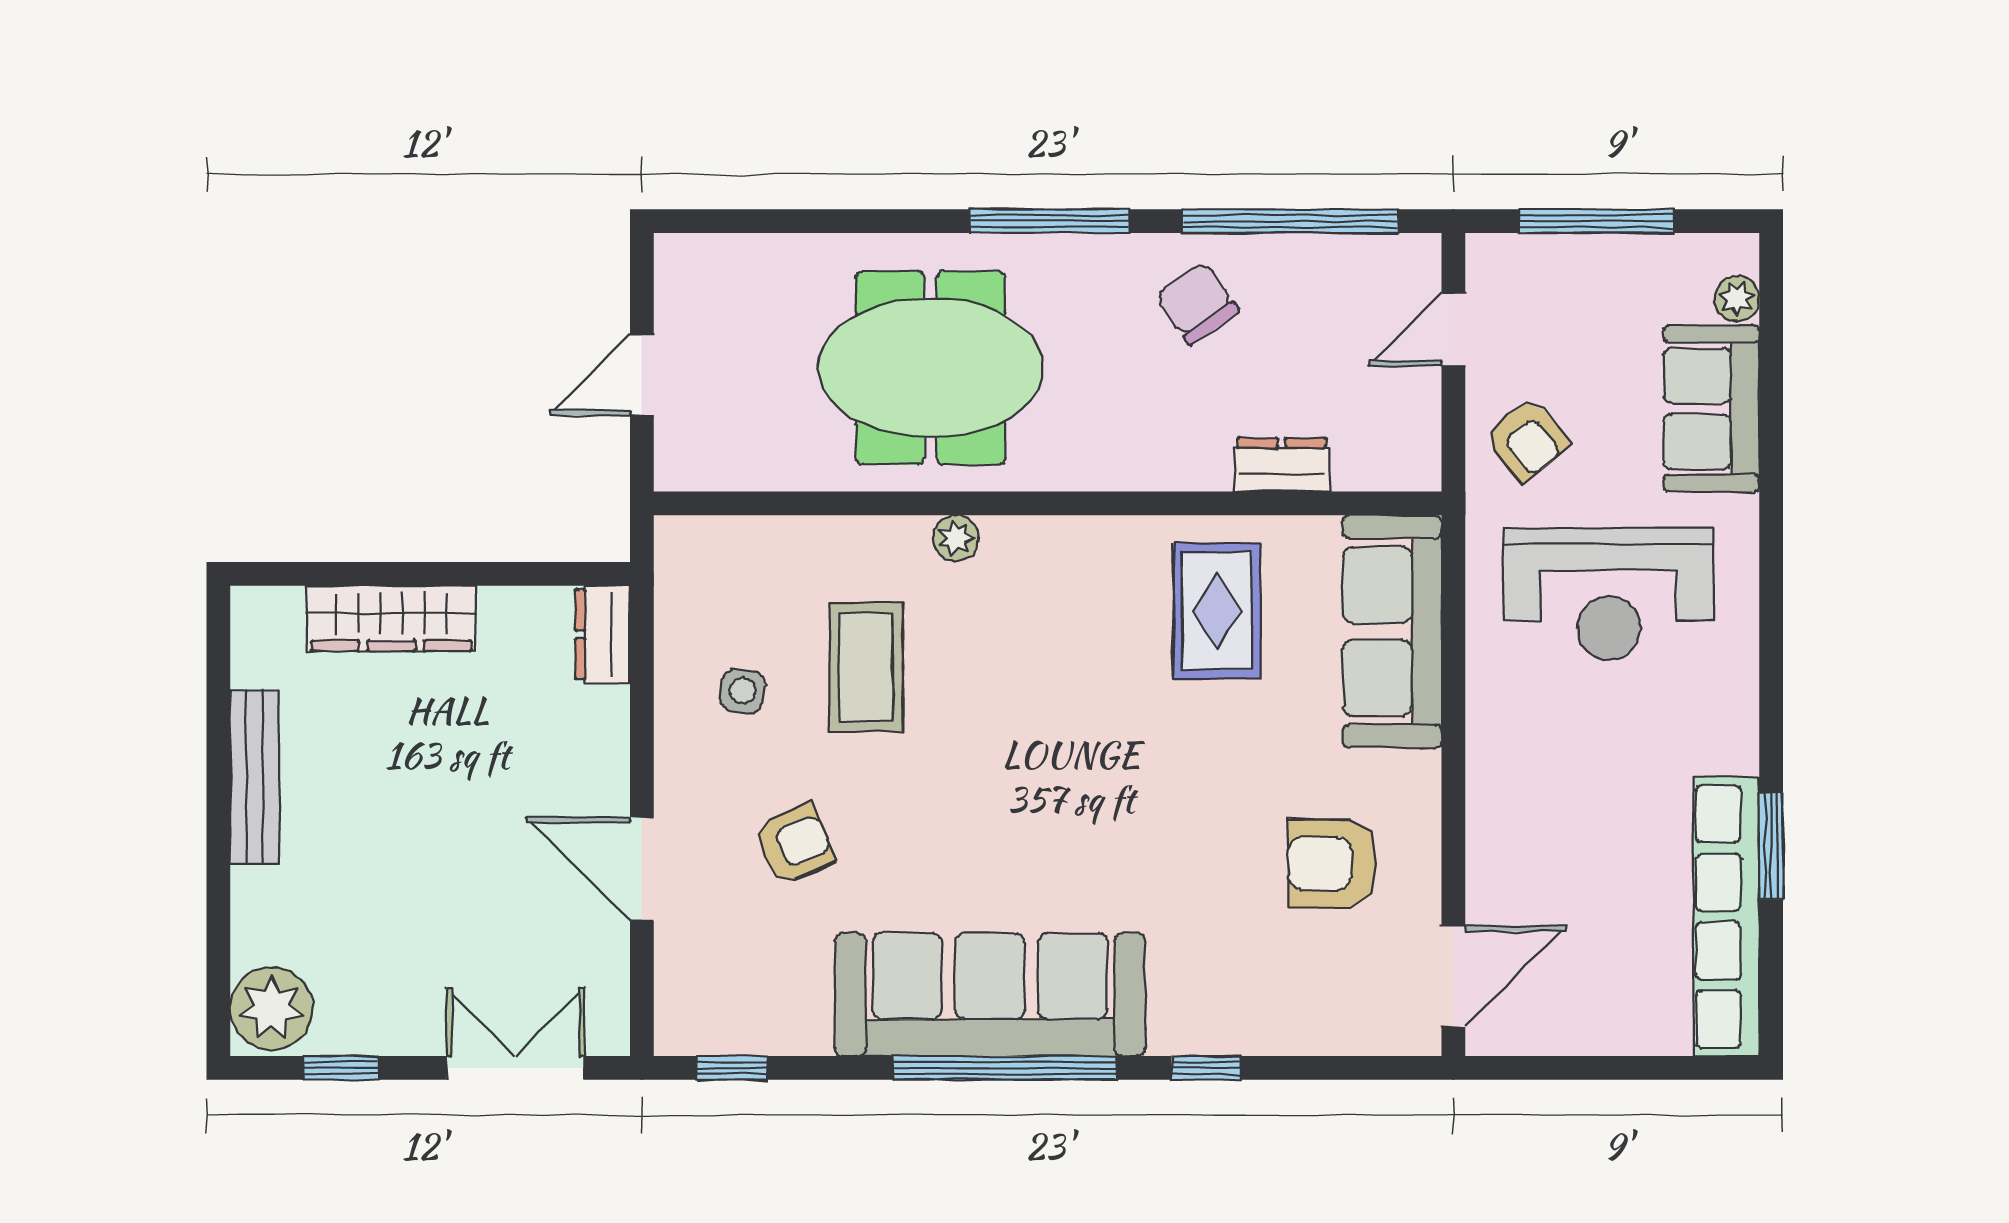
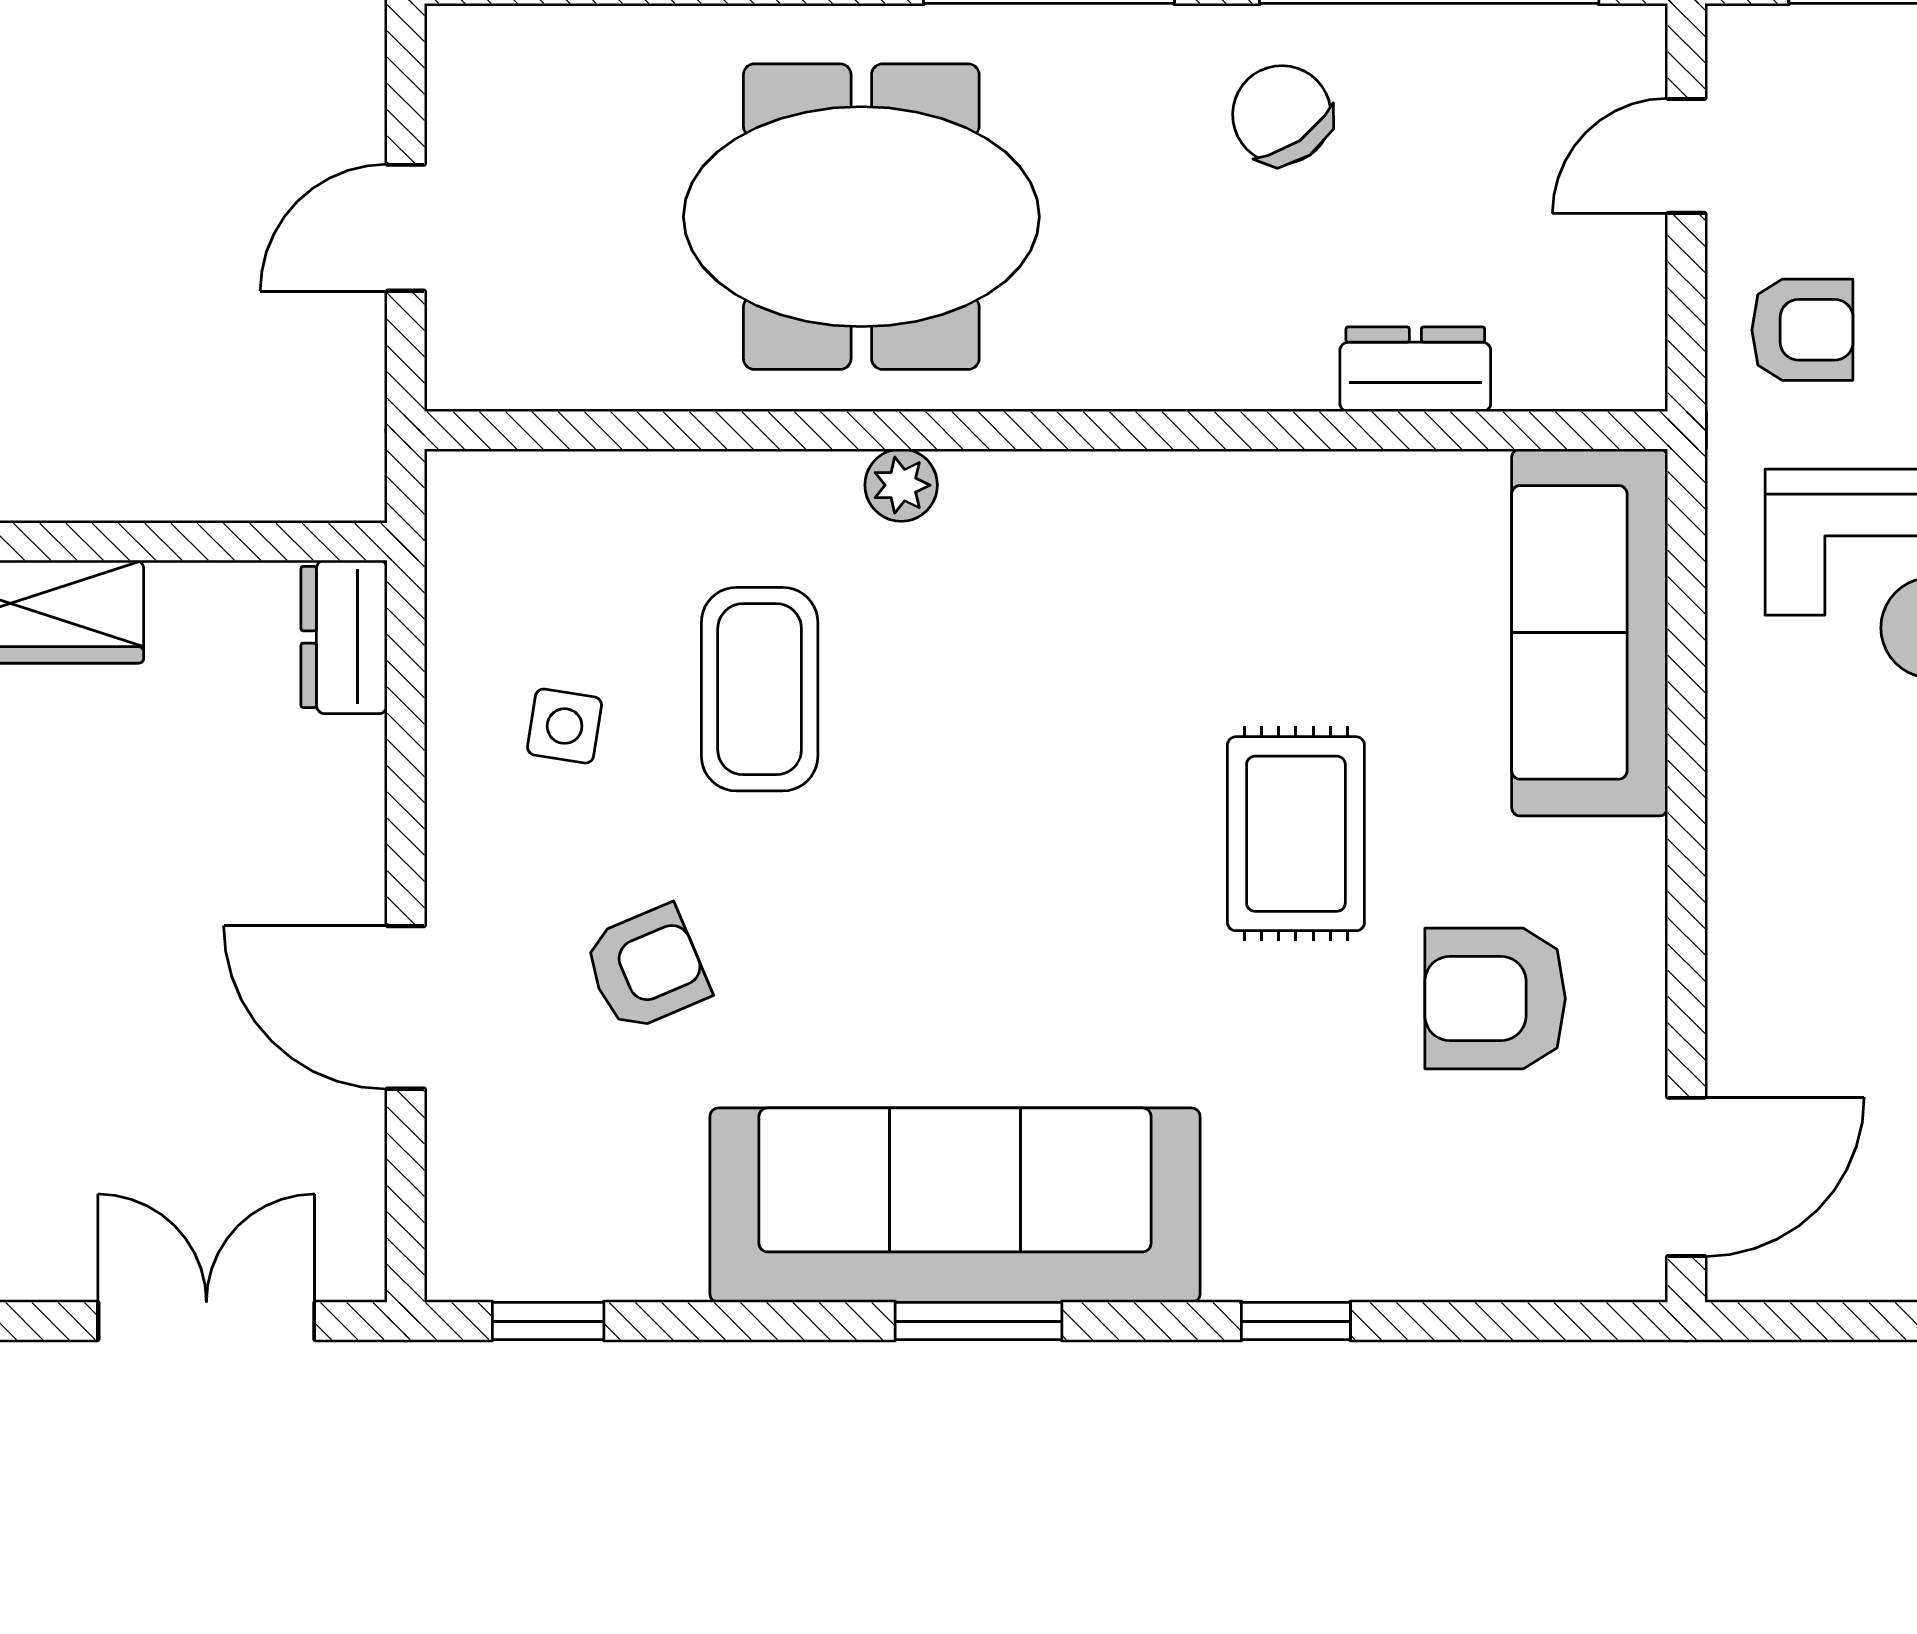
armchair: (1527, 440) -> (1802, 330), turned -51
rug: (1217, 611) -> (1296, 834), moved
window: (1005, 1068) -> (978, 1321), width x0.47

